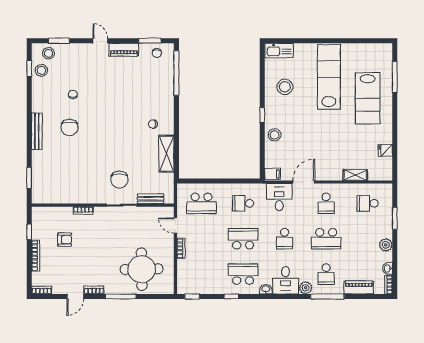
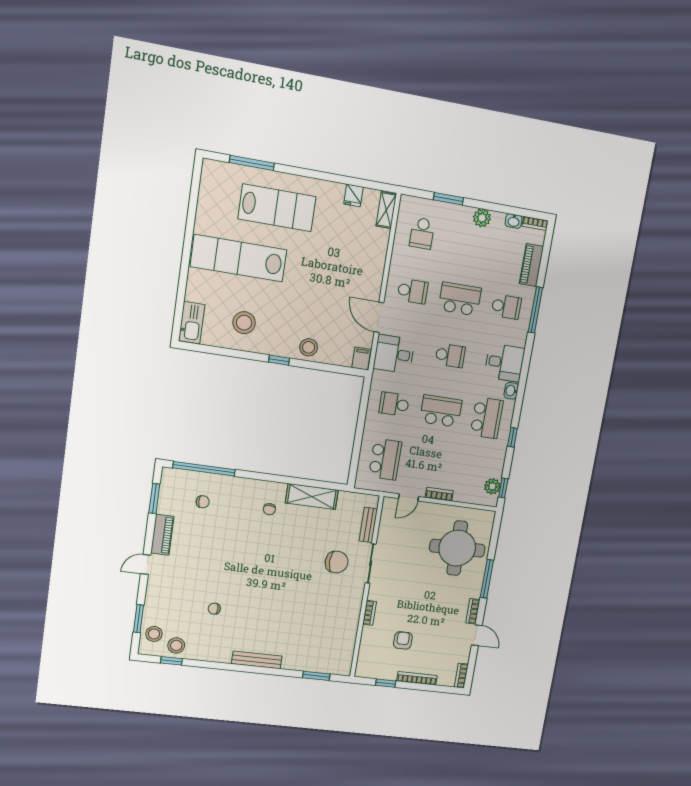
chair: (157, 53) -> (203, 502), moved
chair: (70, 127) -> (258, 618), removed
shelving: (355, 175) -> (386, 210), moved
school desk: (243, 203) -> (394, 404), turned 90
school desk: (243, 239) -> (441, 411), turned 90
school desk: (326, 239) -> (460, 299), turned -90
school desk: (243, 274) -> (487, 418), turned 180
plant: (306, 288) -> (492, 486), moved

